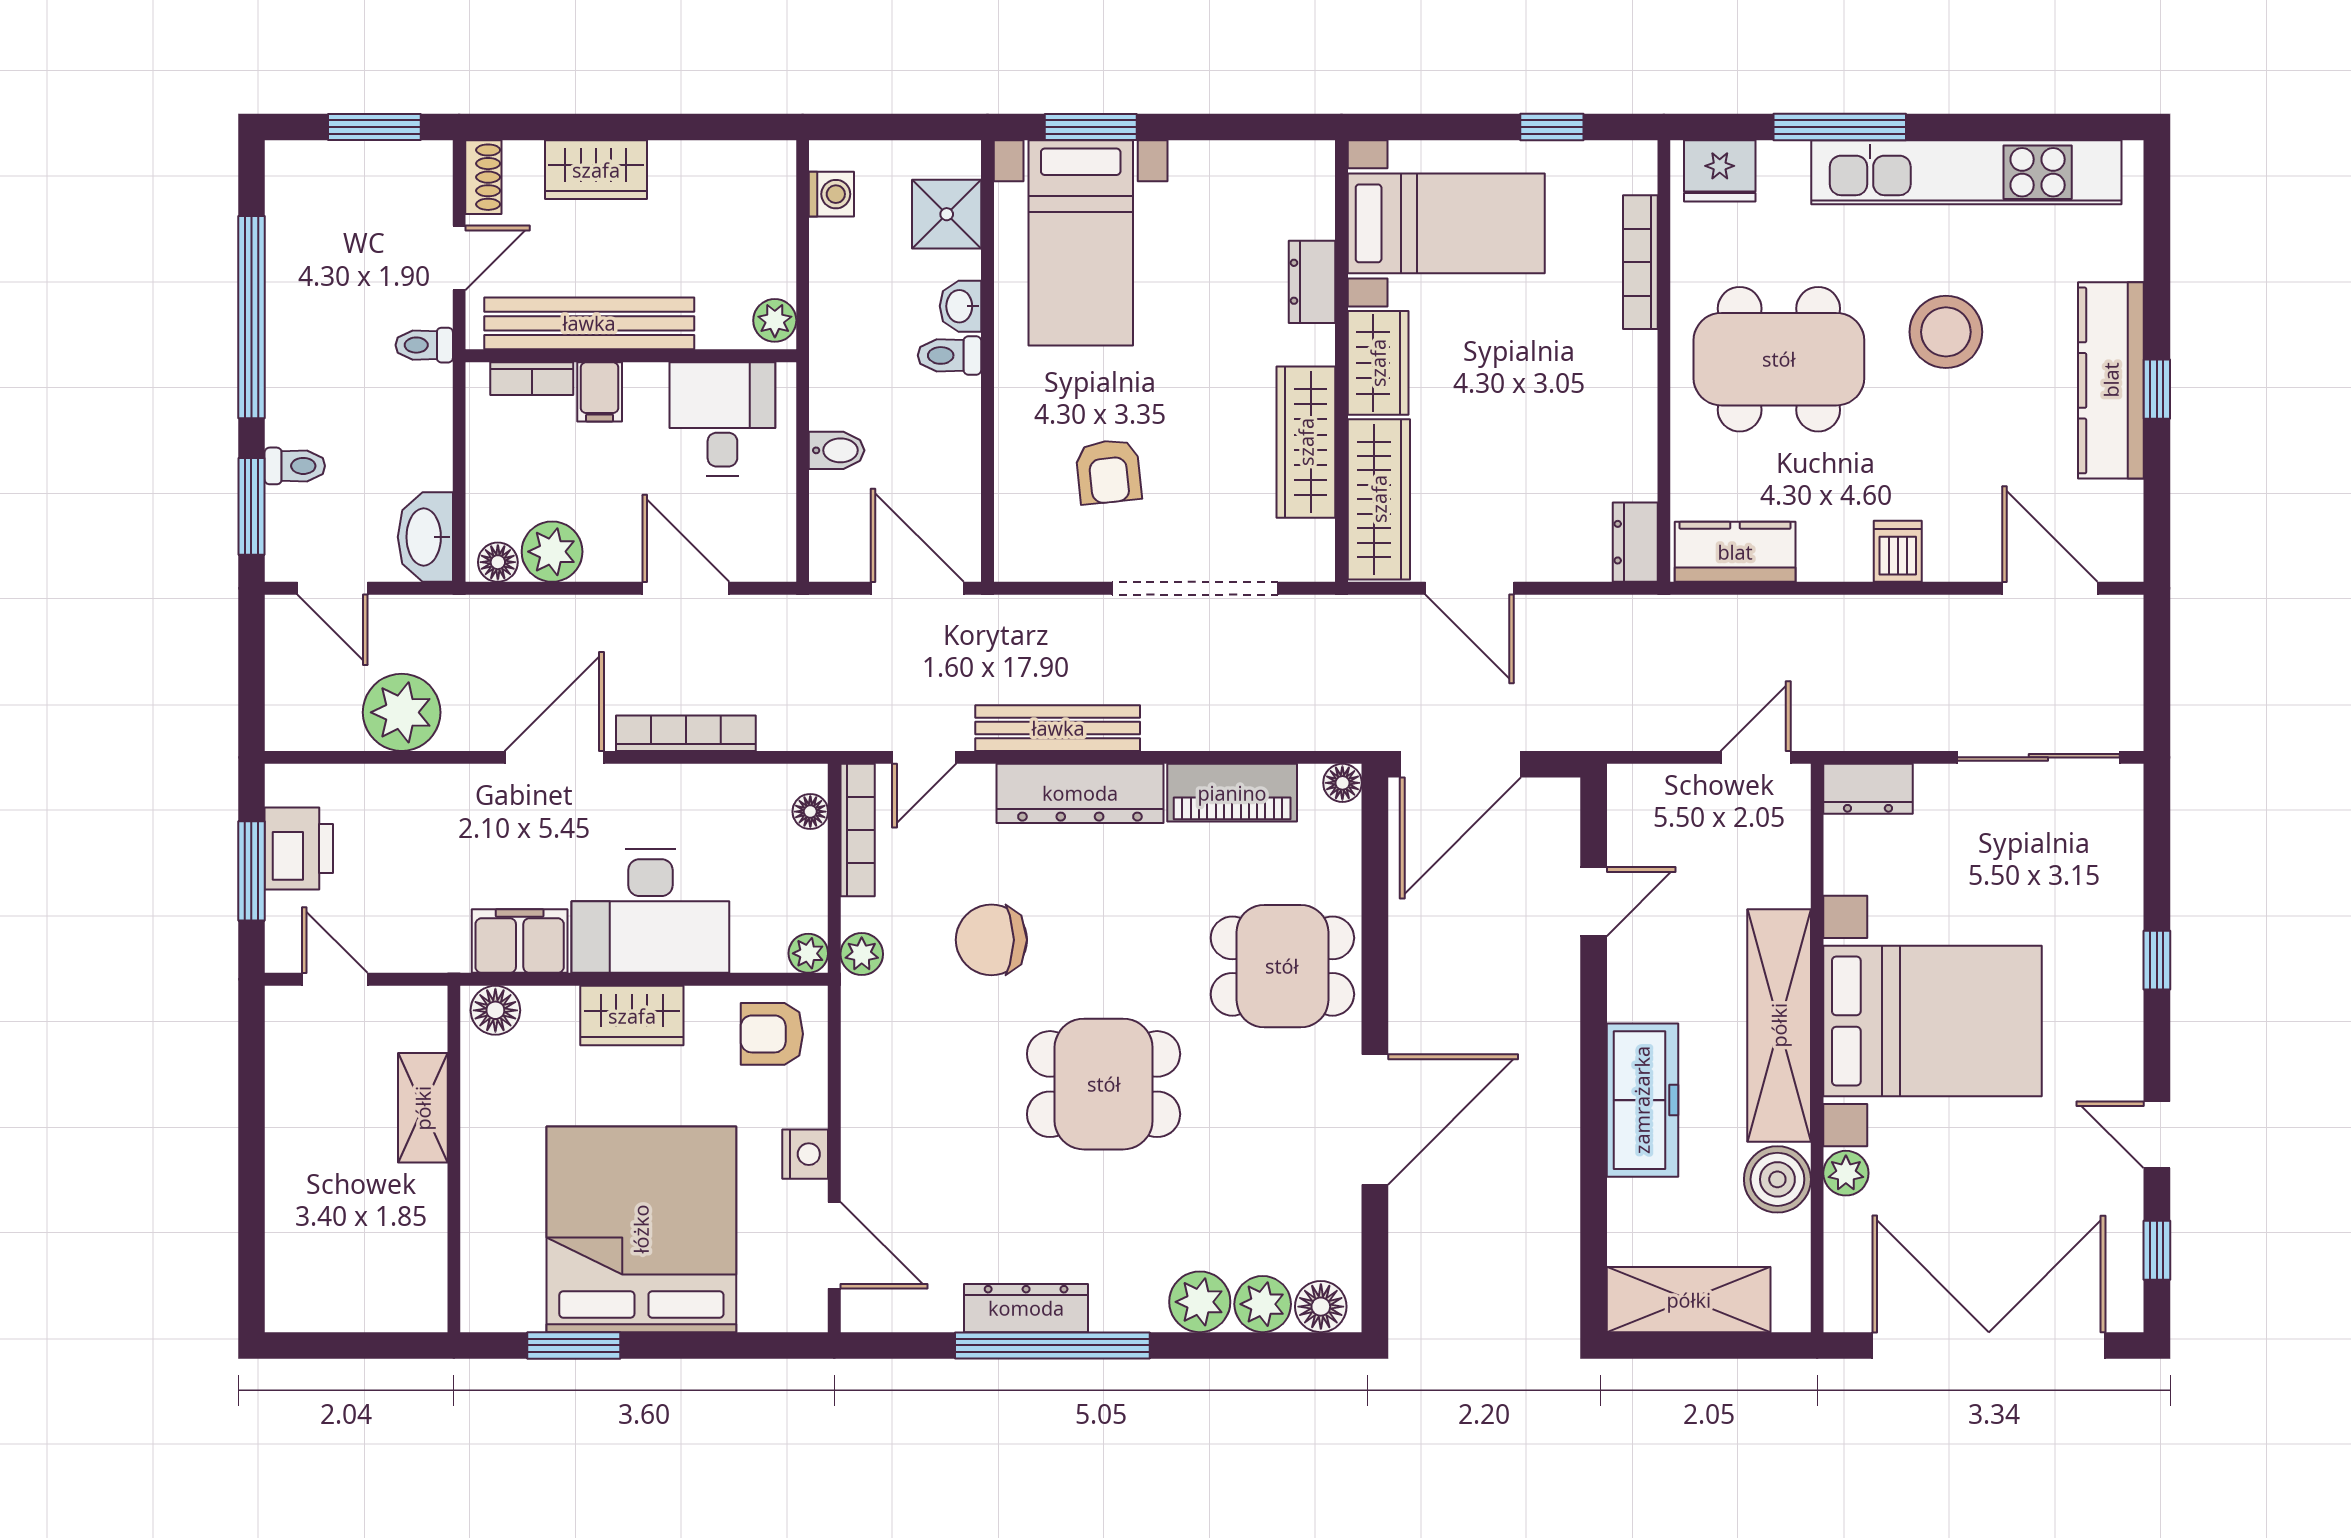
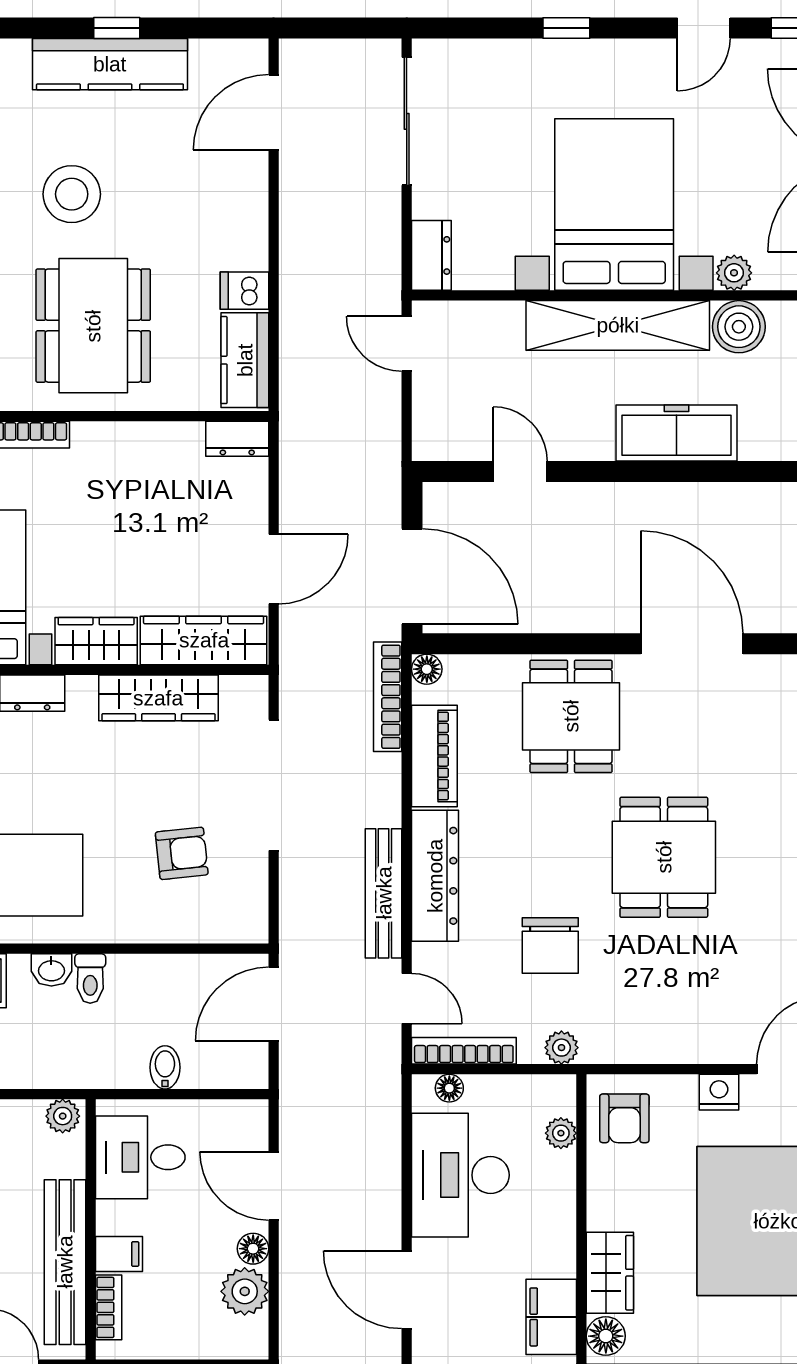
dishwasher: (1898, 551) -> (244, 291), moved
floor lamp: (498, 562) -> (253, 1249), moved
door: (686, 588) -> (274, 1186), hinge flipped
bookcase: (686, 733) -> (388, 697), moved
desk: (650, 911) -> (460, 1175), moved, turned 180
plant: (808, 953) -> (561, 1133), moved
wardrobe: (632, 1016) -> (610, 1273), moved

